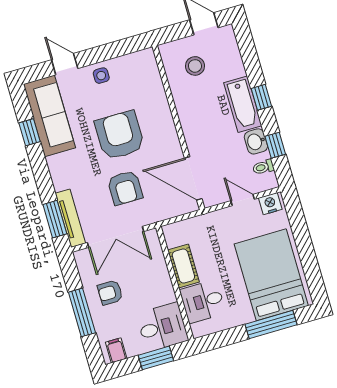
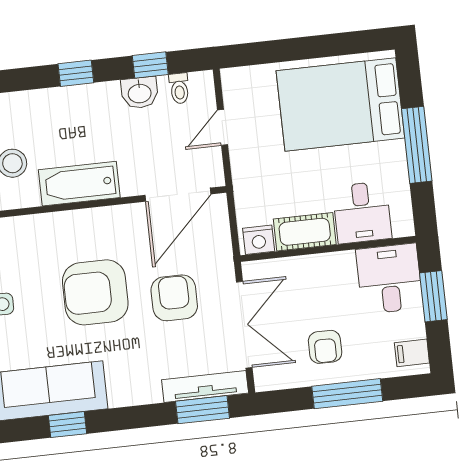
bathtub: (243, 104) -> (79, 184), moved, turned 180
armchair: (125, 188) -> (174, 298), turned -90
nightstand: (270, 204) -> (259, 240), moved, turned -90
window: (271, 325) -> (417, 145), moved

